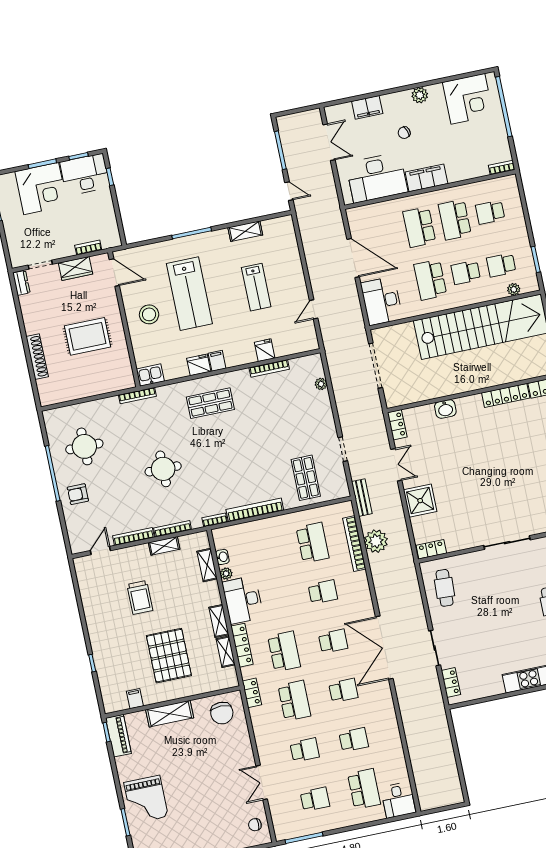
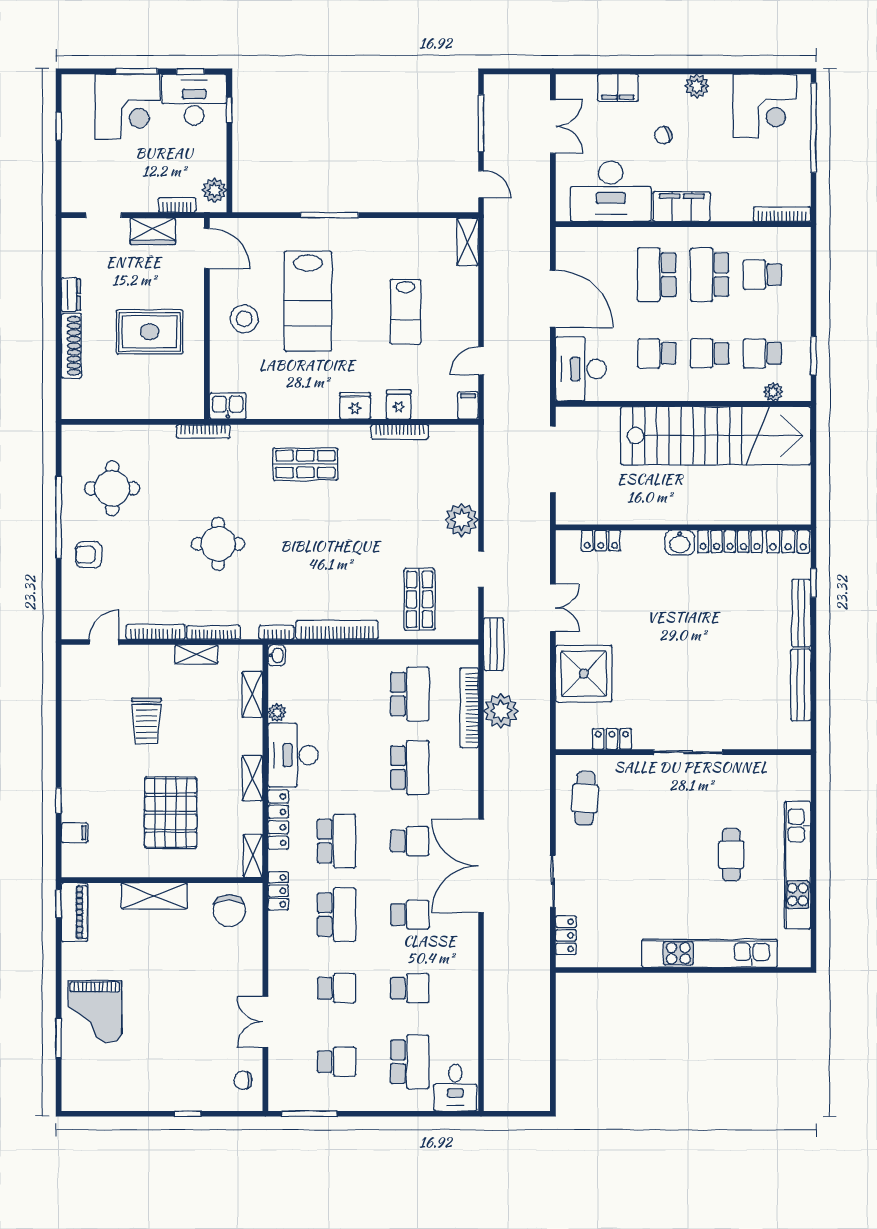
bookcase: (502, 168) -> (782, 214), width x1.56
shelving: (245, 231) -> (468, 242), moved, turned 90
plant: (111, 232) -> (215, 190), added
school desk: (430, 280) -> (657, 353), width x0.54
dresser: (21, 283) -> (71, 295), moved
filing cabinet: (217, 361) -> (468, 405), moved
fridge: (199, 365) -> (355, 406), moved
plant: (321, 384) -> (462, 520), moved, width x1.88, depth x1.88
washbasin: (445, 409) -> (680, 543), moved
locker: (397, 425) -> (601, 541), moved, turned 90
shower: (420, 501) -> (584, 674), width x1.37, depth x1.37
locker: (431, 549) -> (612, 739), moved
washbasin: (222, 557) -> (277, 655), moved
school desk: (323, 592) -> (410, 768), width x1.85
shelving: (226, 652) -> (253, 856), moved
filing cabinet: (135, 699) -> (75, 833), moved, turned 90

